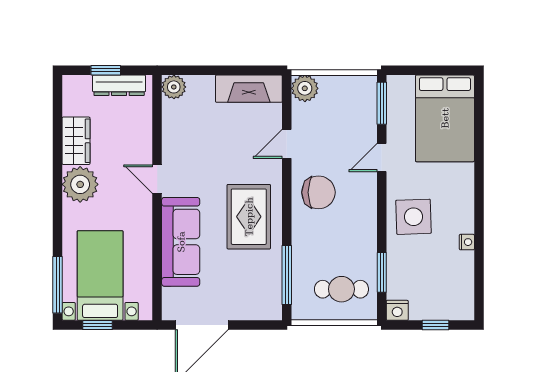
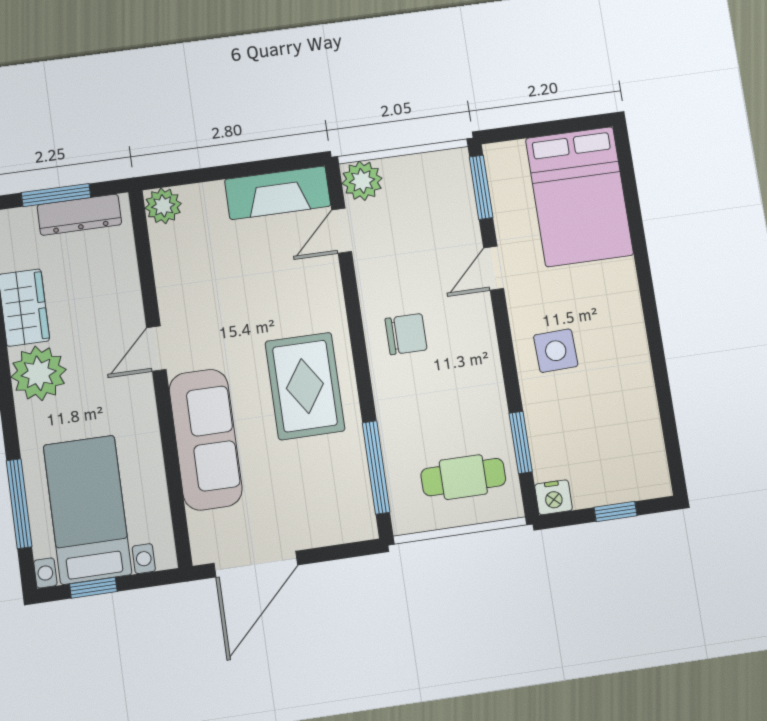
window: (106, 70) -> (56, 195), width x1.50
door: (287, 144) -> (342, 231), moved
door: (157, 179) -> (156, 349), hinge flipped
chair: (318, 192) -> (406, 334), width x0.73, depth x0.73
side table: (414, 217) -> (556, 351), width x0.73, depth x0.73
nightstand: (467, 242) -> (642, 378), removed
window: (58, 285) -> (19, 504), moved

